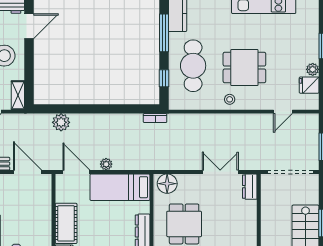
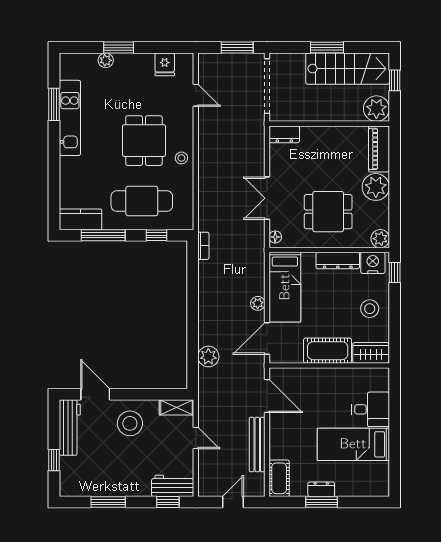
plant: (313, 69) -> (106, 60), moved
door: (28, 172) -> (267, 396), swing flipped
double door: (220, 172) -> (267, 198), moved
floor lamp: (167, 184) -> (275, 237), width x0.53, depth x0.53

